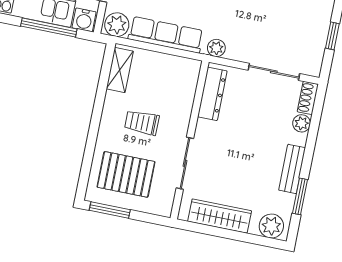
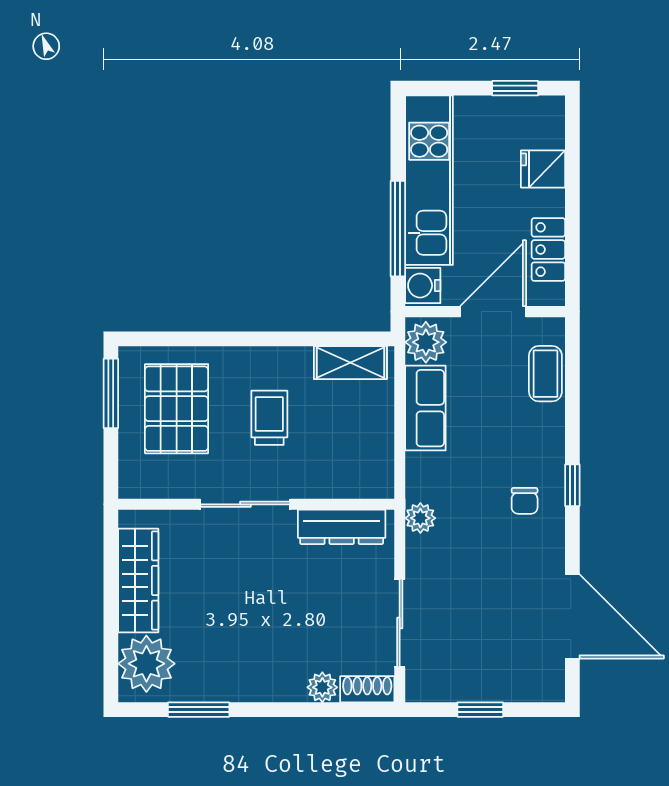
row of seats: (166, 35) -> (425, 408), width x0.68
sliding door: (185, 163) -> (245, 504), moved
bench: (292, 169) -> (242, 687), removed
plant: (271, 226) -> (146, 664), width x1.36, depth x1.36

